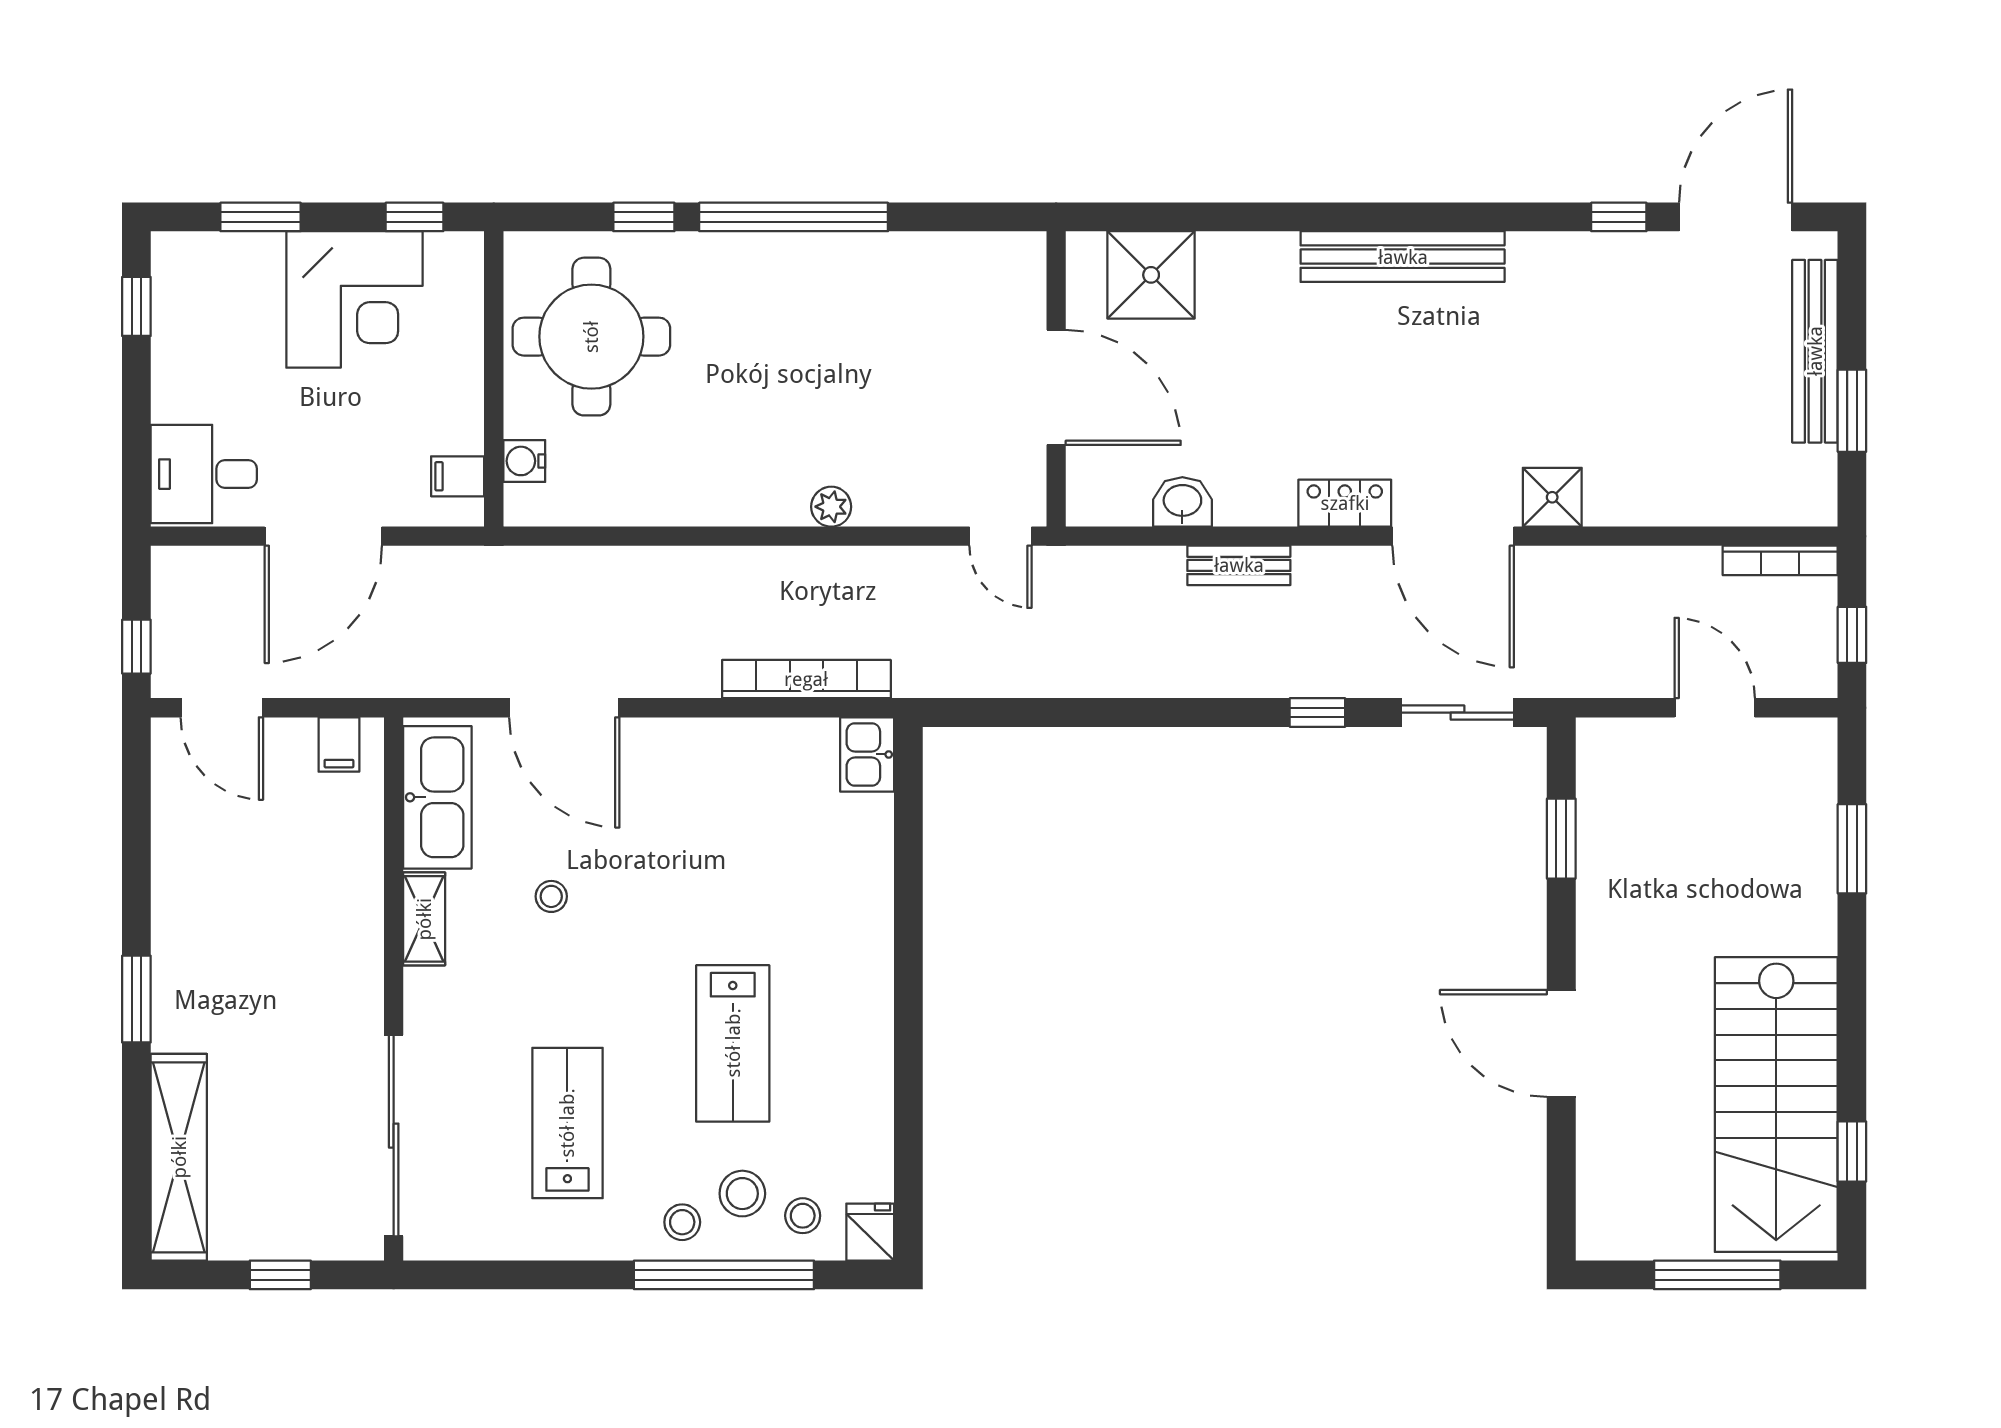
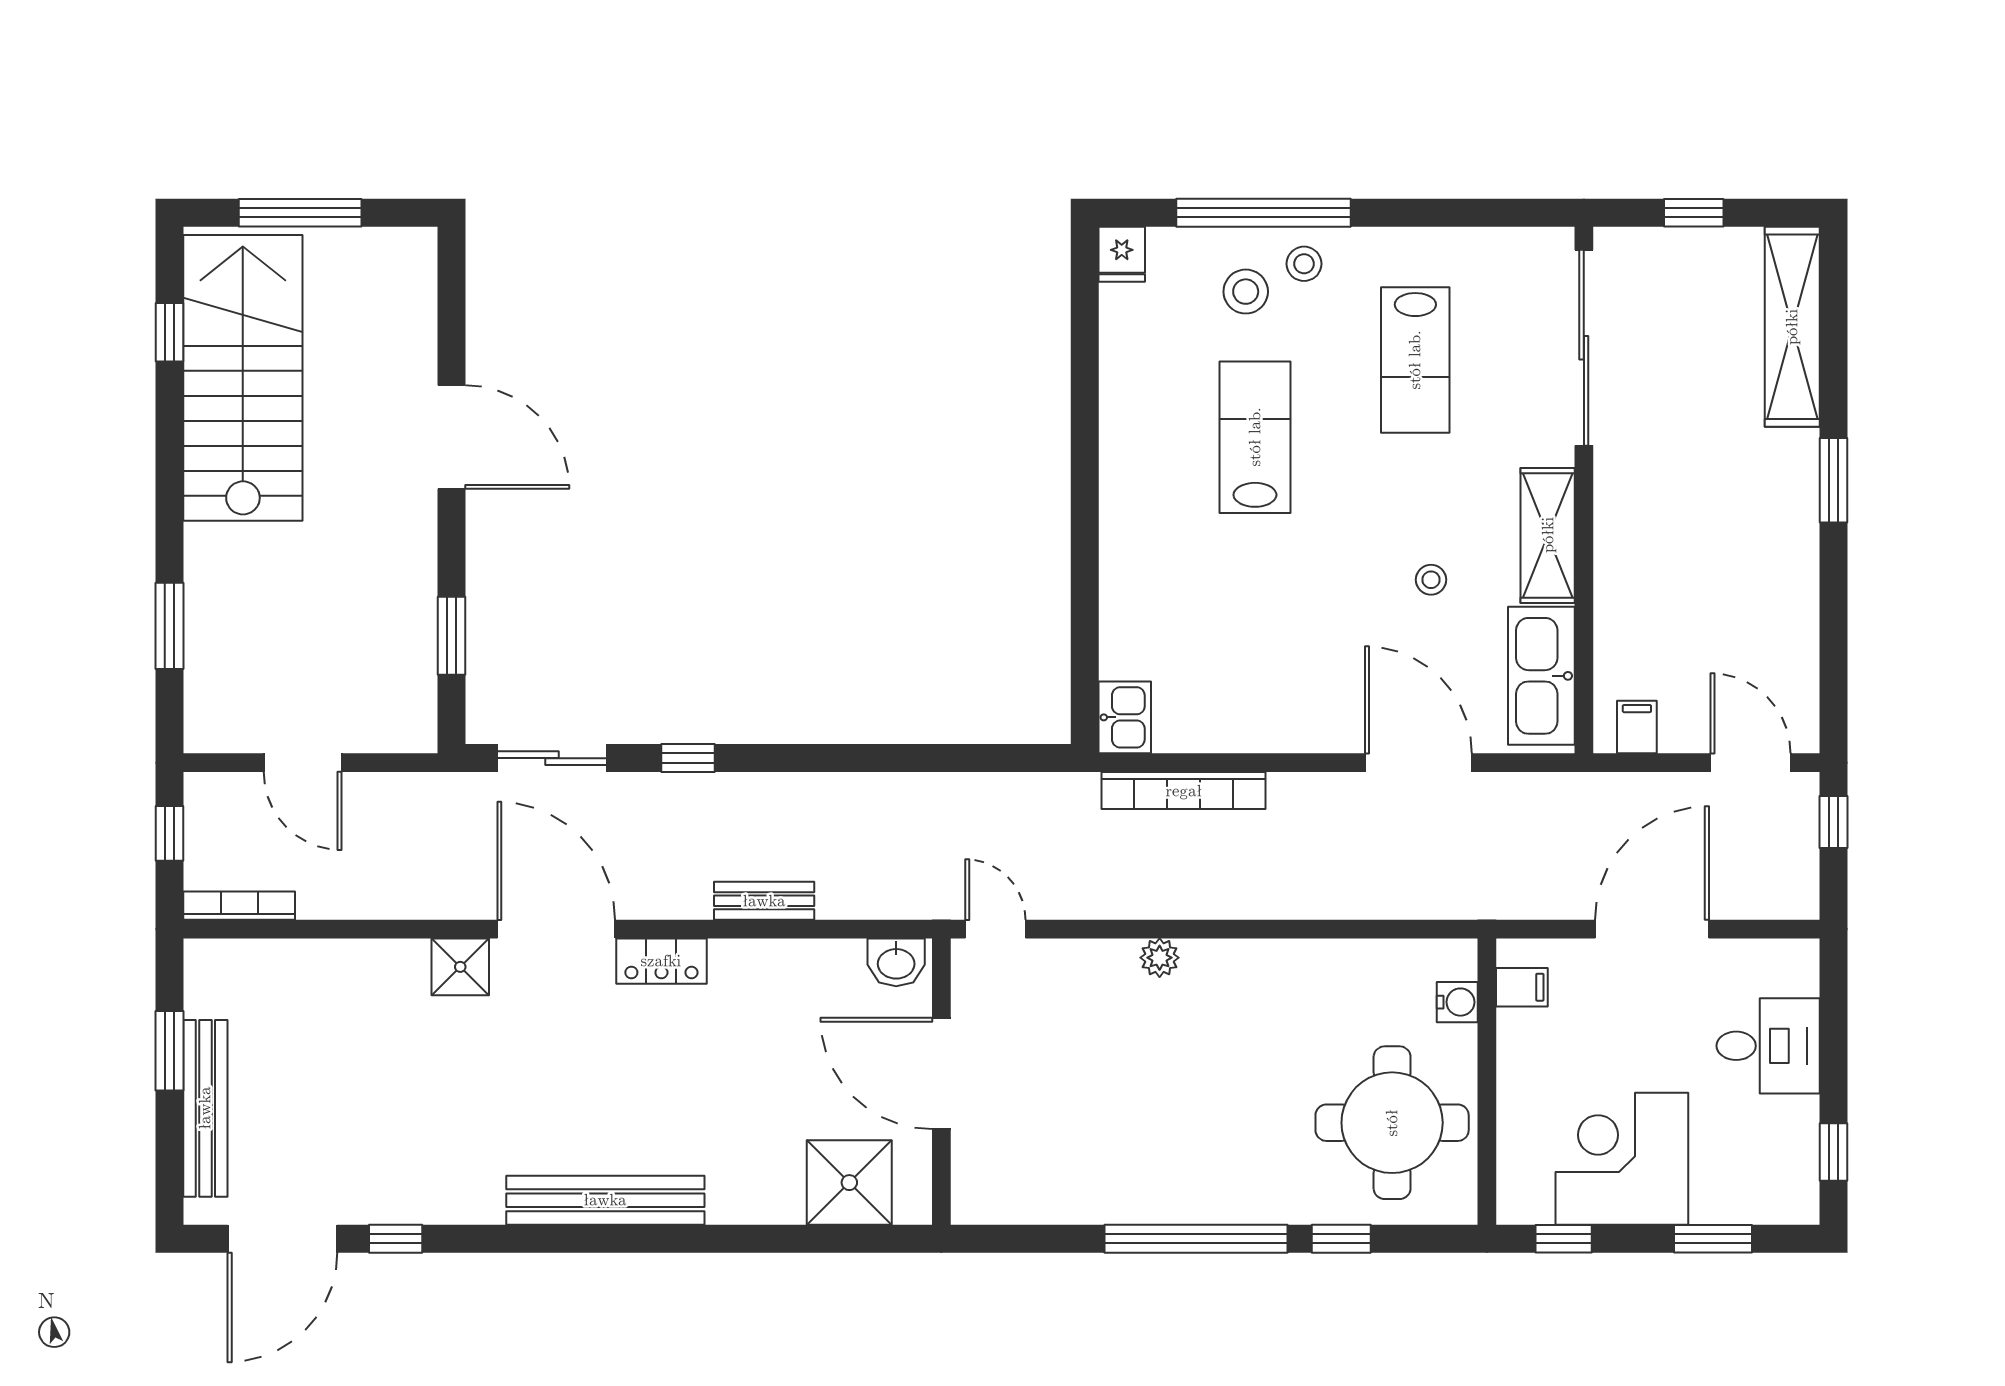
desk: (204, 474) -> (1768, 1046), moved
washbasin: (1182, 502) -> (896, 962), moved
shelving: (424, 919) -> (1548, 535), width x1.50, depth x1.33
stool: (803, 1216) -> (1187, 270), removed

